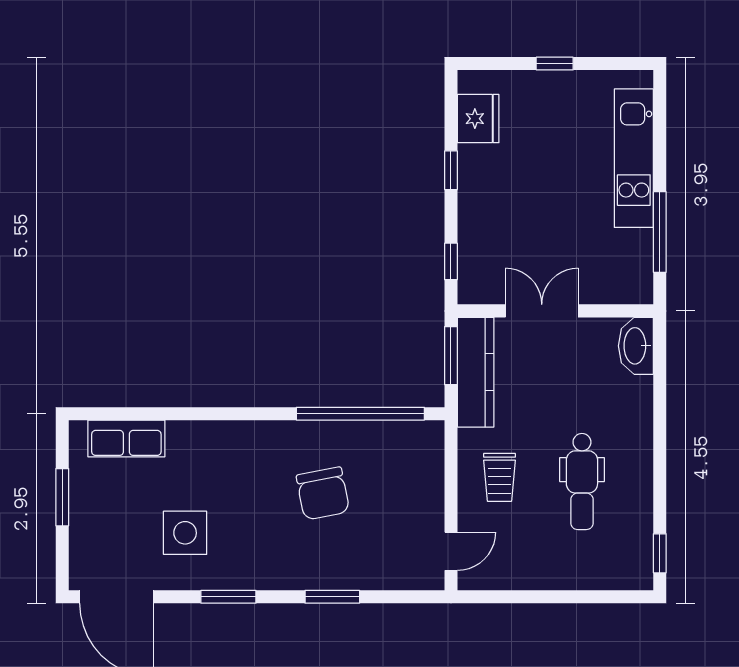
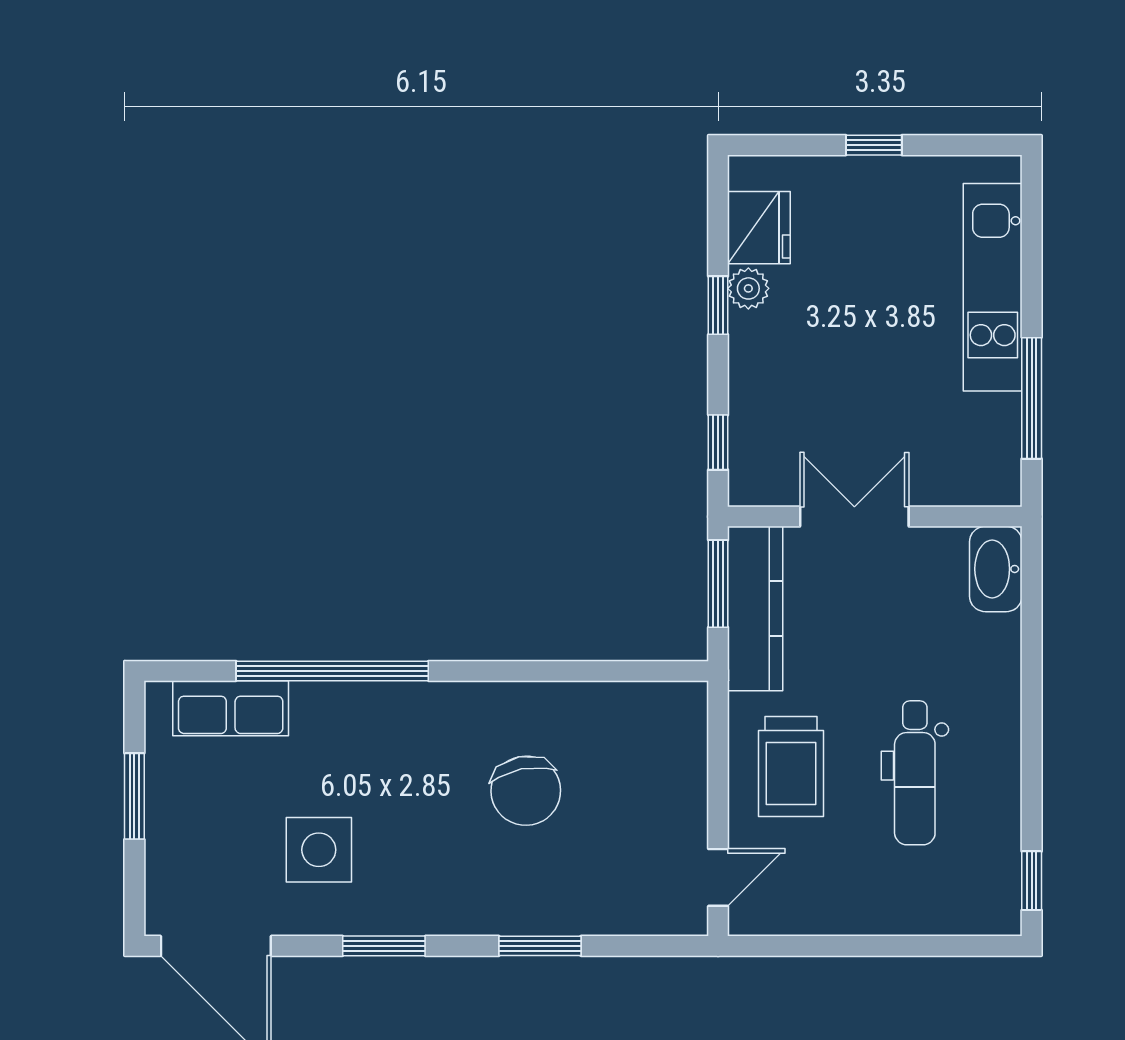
plant: (471, 159) -> (748, 288), added
window: (360, 414) -> (332, 671), moved
trolley: (499, 477) -> (791, 767), width x1.36, depth x1.39

